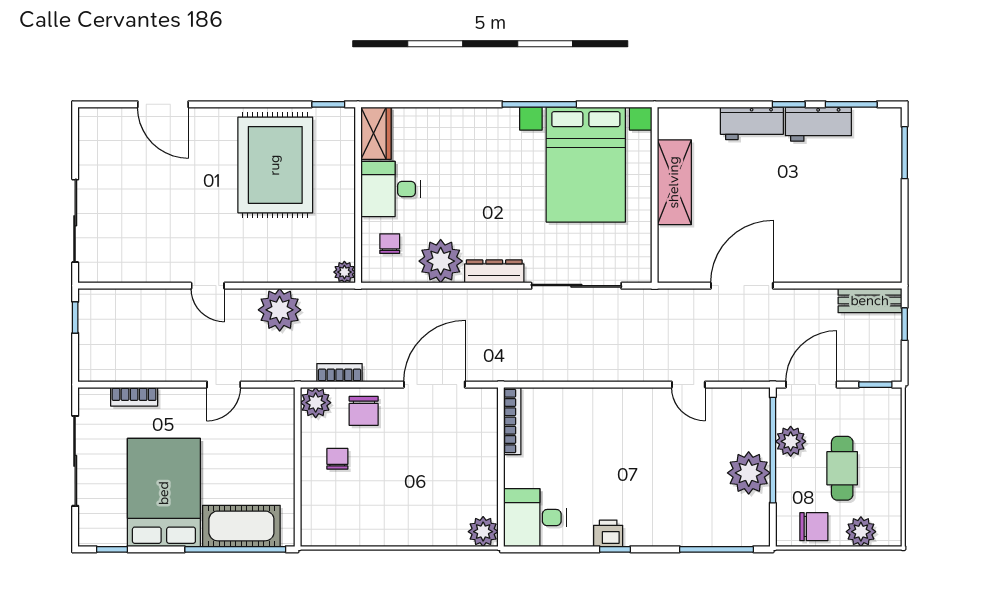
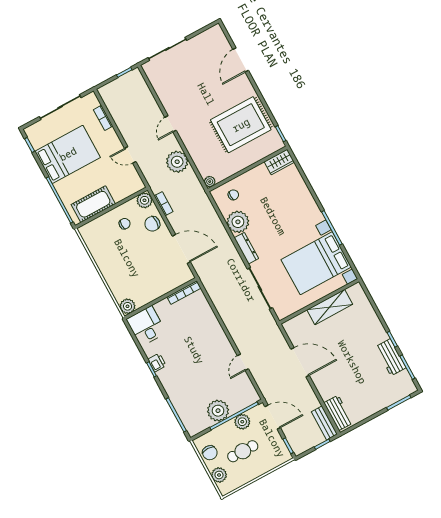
workbench: (752, 123) -> (338, 413), moved, turned 180
desk: (390, 189) -> (258, 182), removed
cot: (241, 526) -> (93, 204), moved, turned 90

